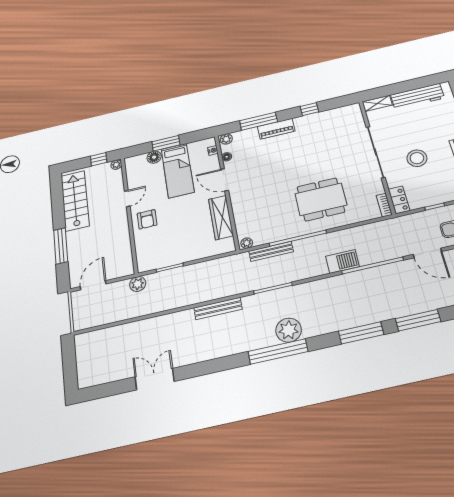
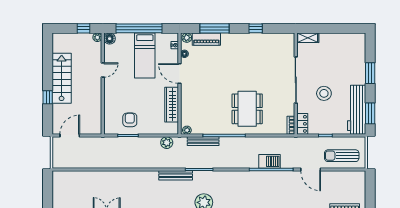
workbench: (417, 96) -> (339, 40), removed
piano: (276, 129) -> (206, 39), moved
window: (166, 143) -> (139, 28), width x2.11
floor lamp: (154, 157) -> (110, 39), moved
dining table: (321, 199) -> (247, 109), turned 90
stairs: (75, 201) -> (62, 78), moved
armchair: (147, 219) -> (130, 120), moved, turned 180
window: (61, 246) -> (48, 97), width x0.46
barbecue: (342, 261) -> (269, 161), moved
plant: (138, 284) -> (167, 143), moved
bench: (218, 308) -> (176, 175), moved

